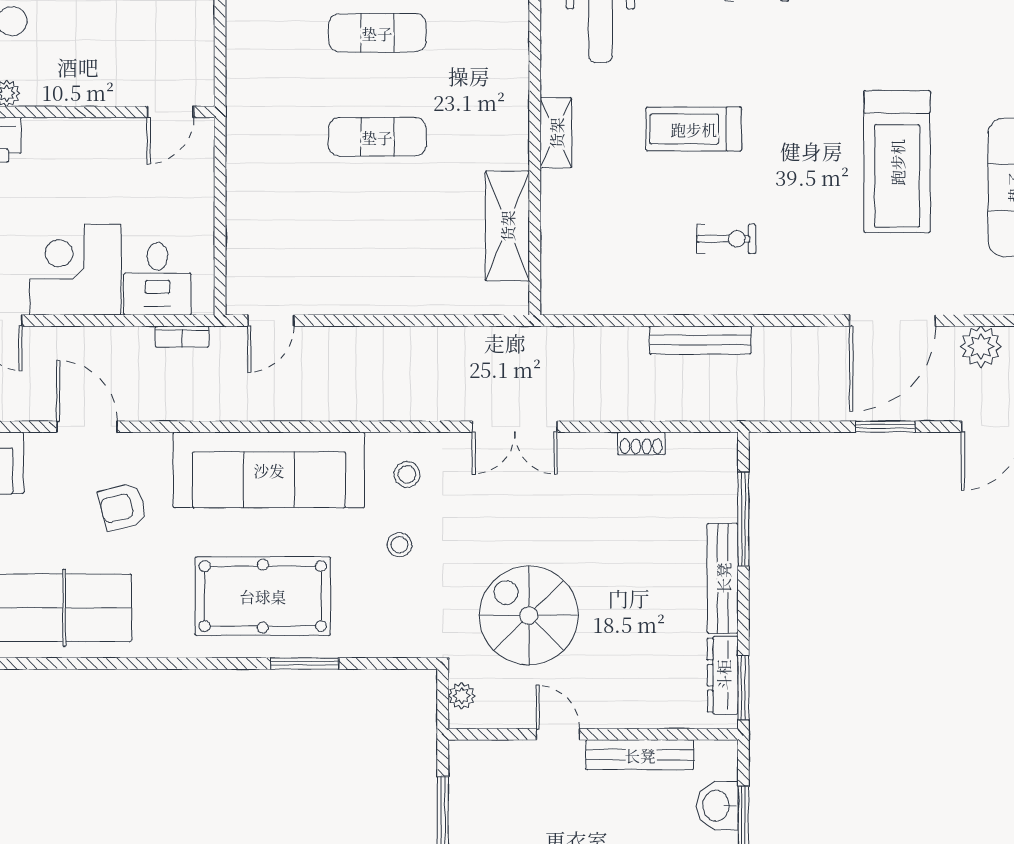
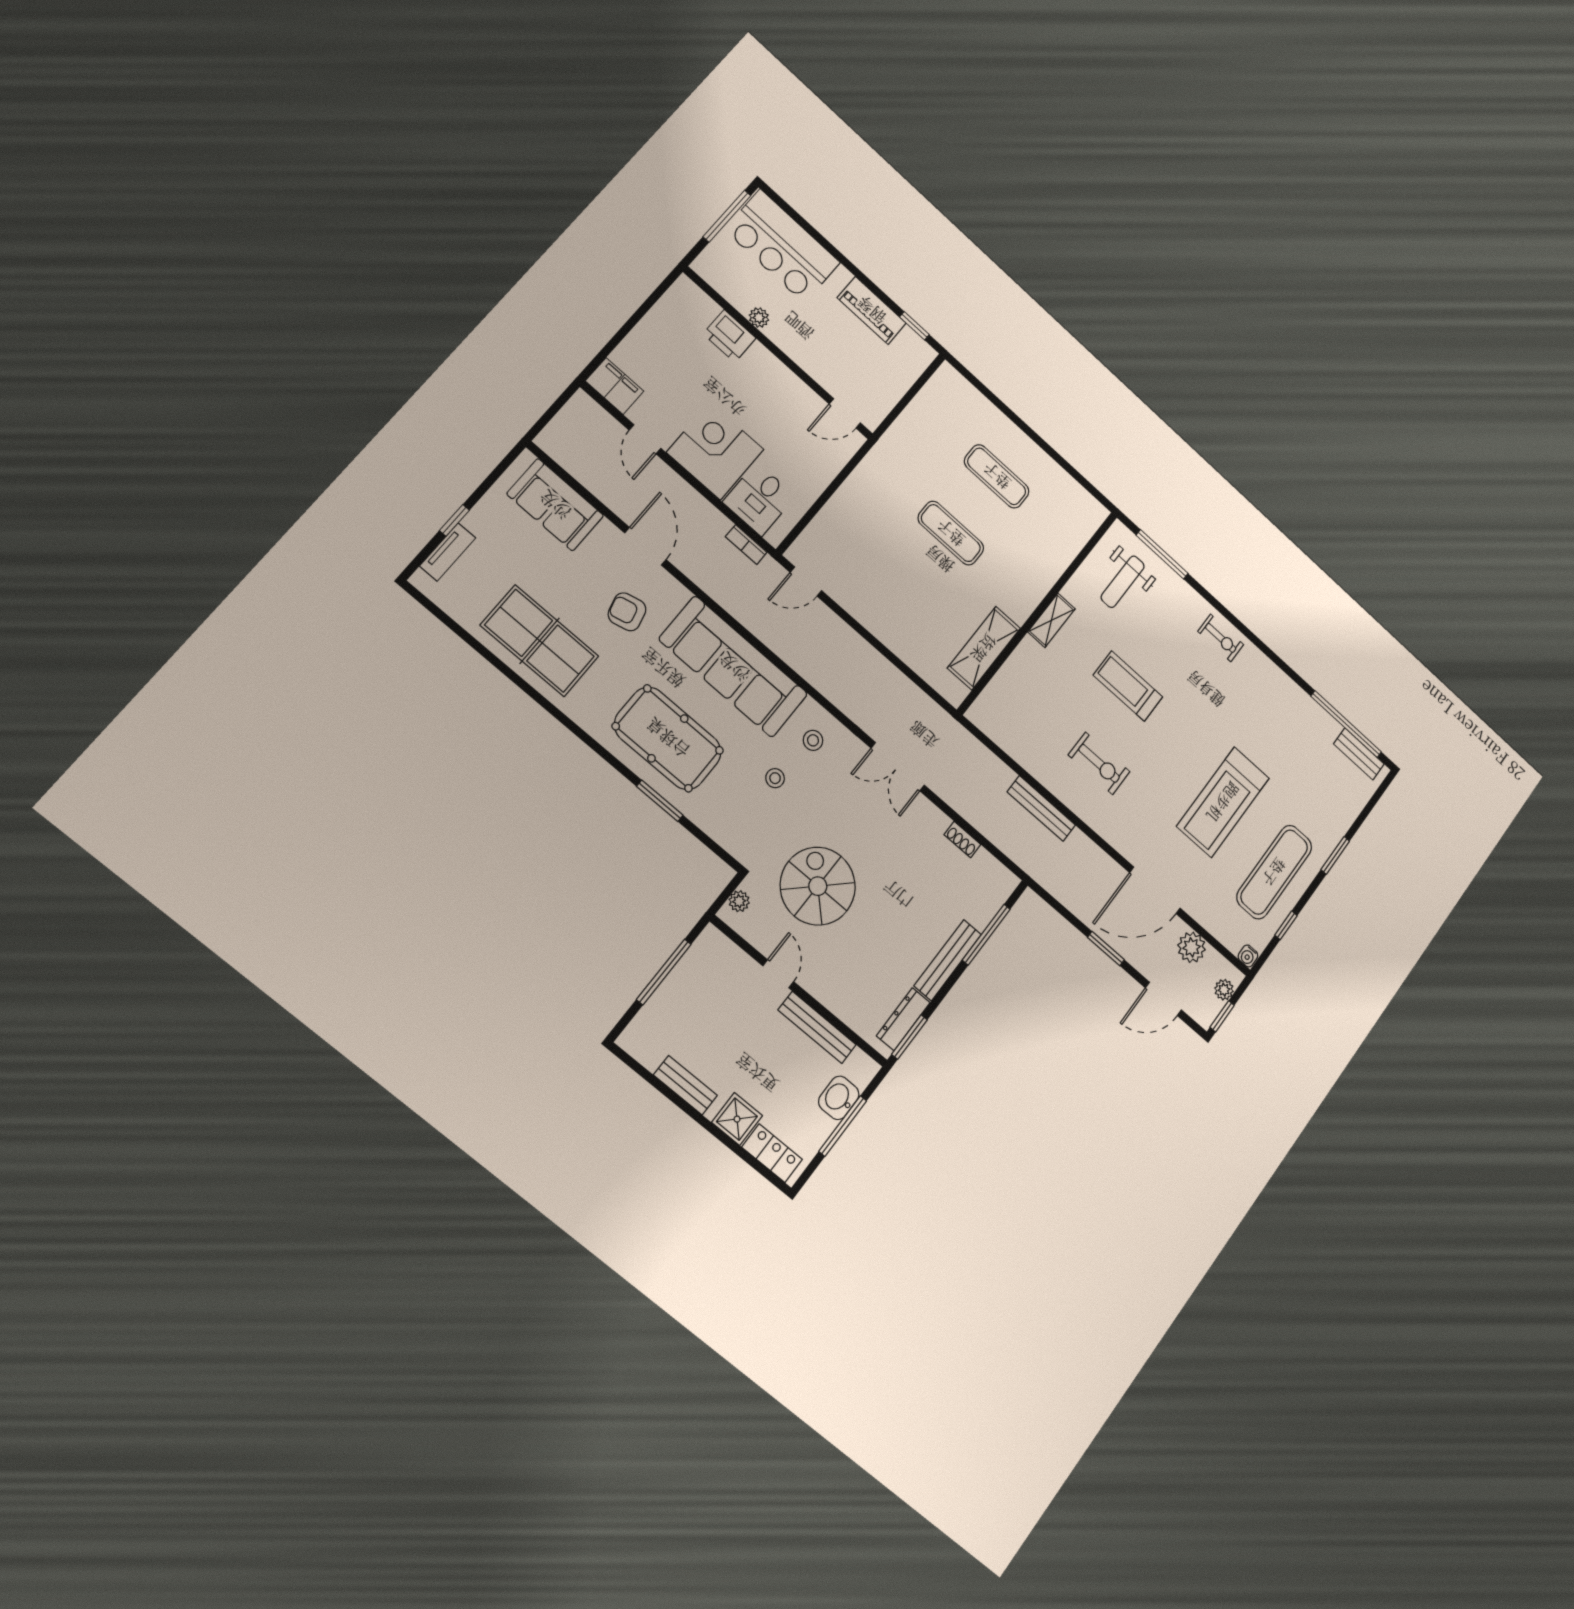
exercise bike: (726, 239) -> (1099, 763), width x1.38, depth x1.39

